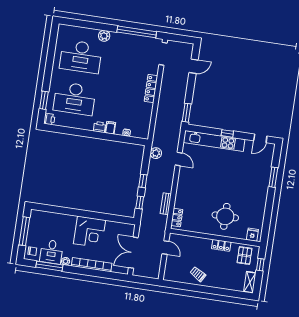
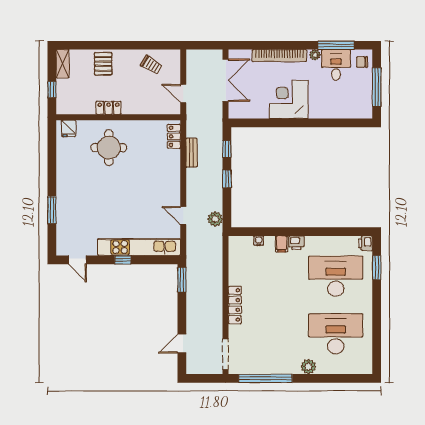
door: (260, 138) -> (77, 260), swing flipped
pallet: (244, 256) -> (103, 64), moved
trolley: (198, 274) -> (152, 65), moved

